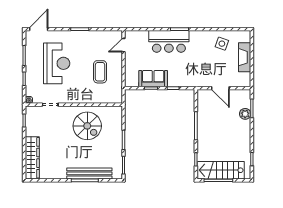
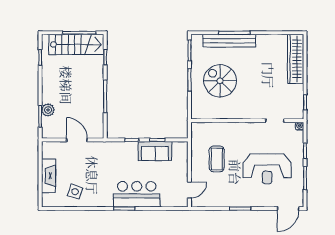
reception desk: (57, 63) -> (267, 169), turned -90
spiral stairs: (87, 126) -> (220, 81), moved

